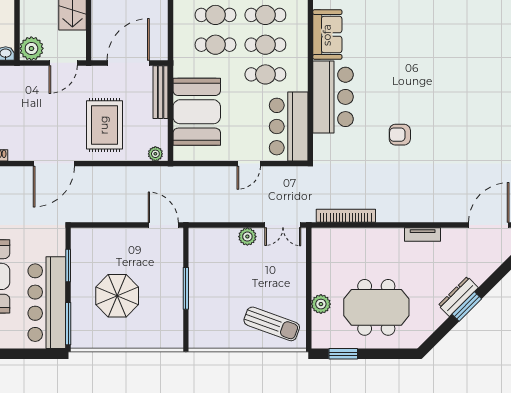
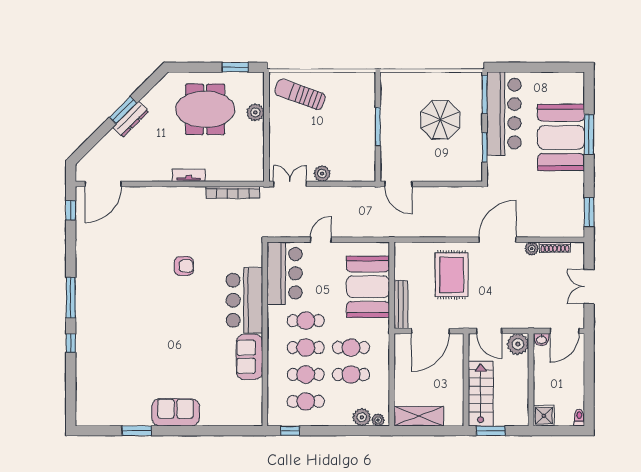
door: (63, 63) -> (489, 331), swing flipped
plant: (155, 154) -> (532, 249), moved
tv unit: (423, 234) -> (189, 175), moved

